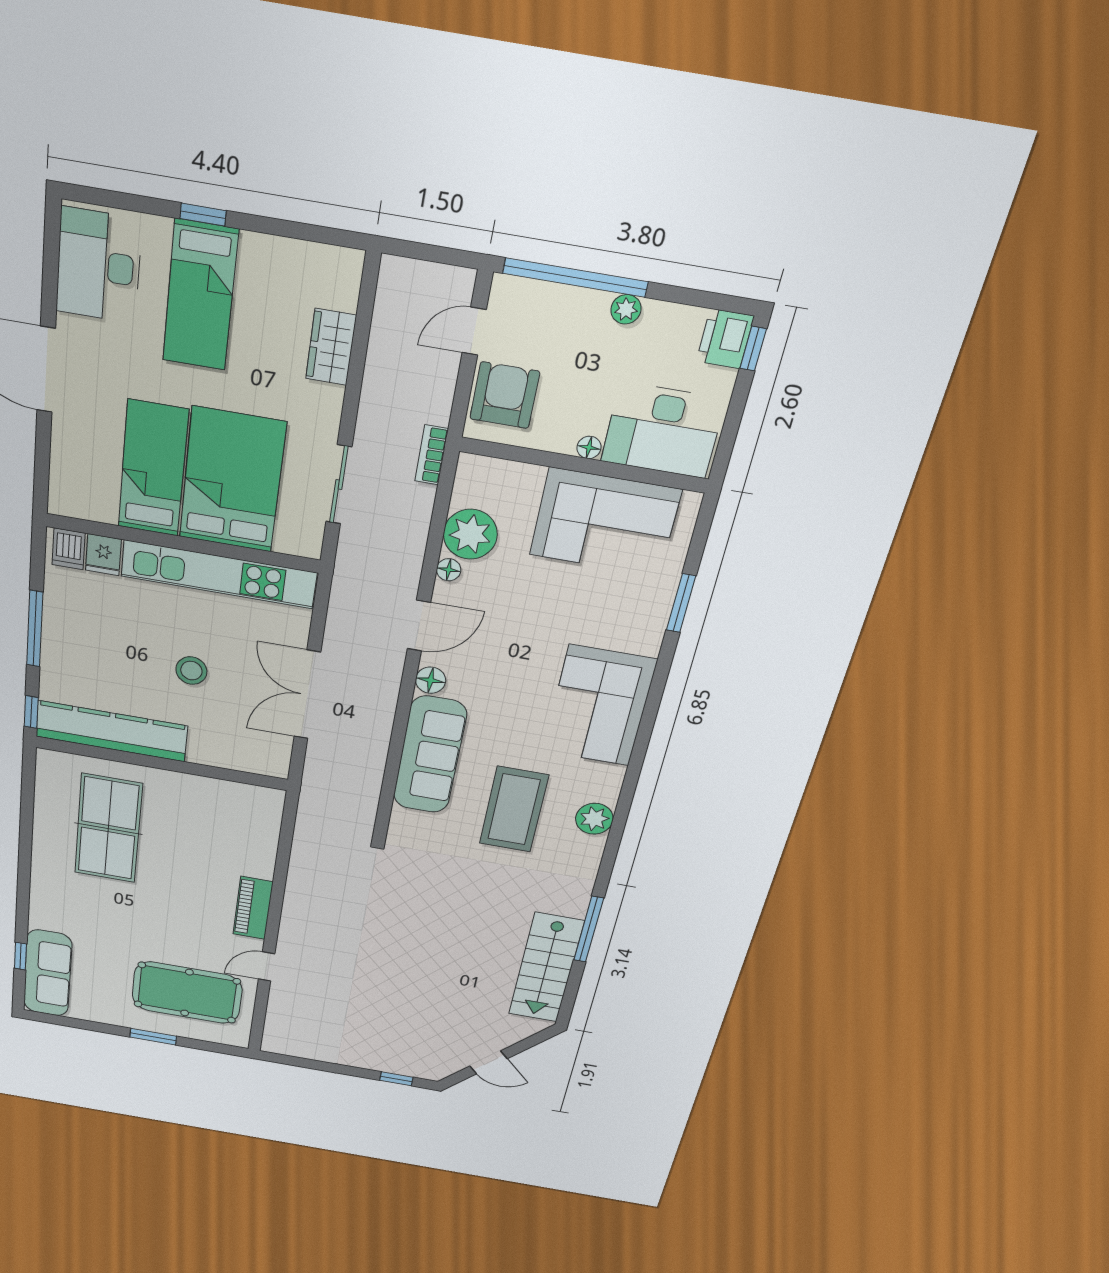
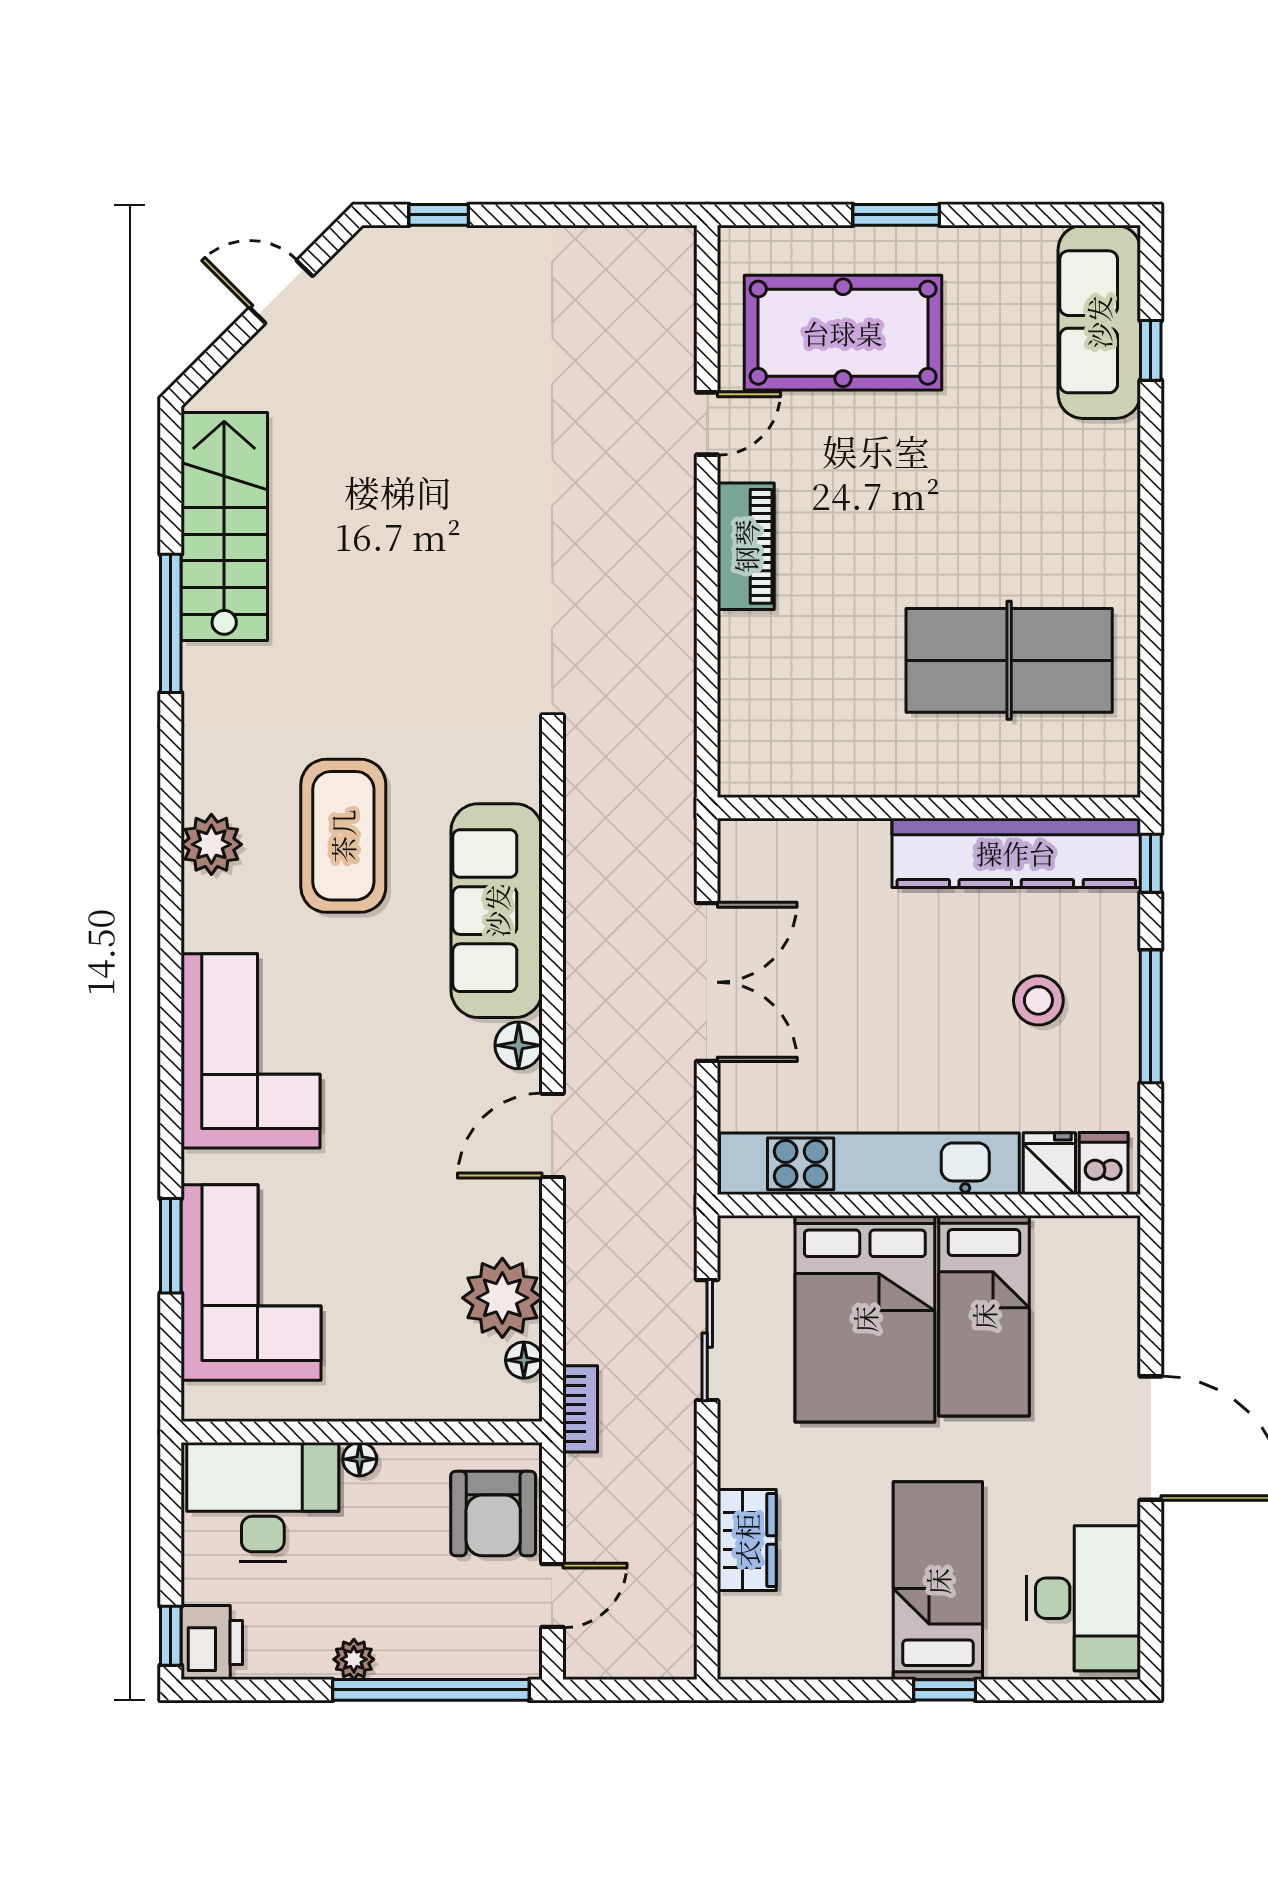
corner sofa: (605, 522) -> (251, 1282), moved, turned 90
floor lamp: (449, 570) -> (524, 1360), moved
stool: (191, 671) -> (1038, 1000), moved
table tennis table: (108, 829) -> (1009, 660), turned 90

